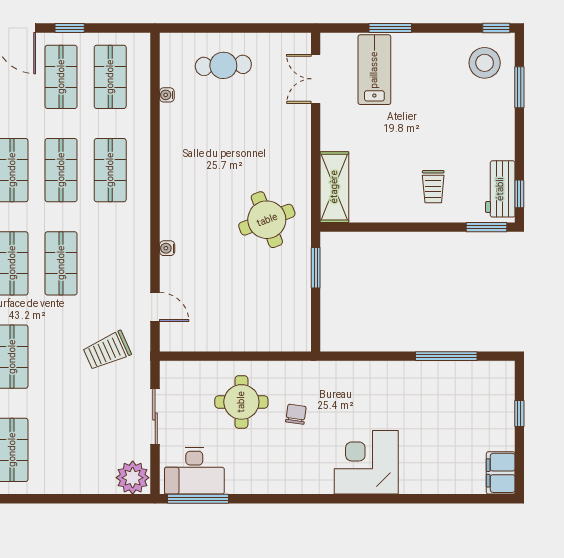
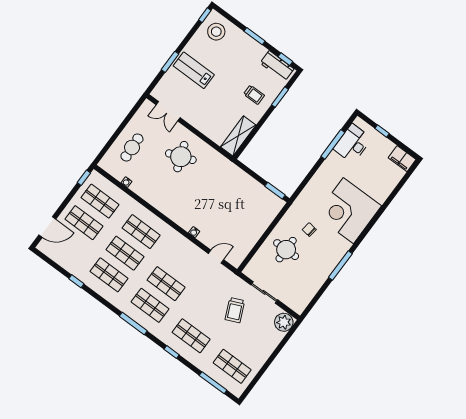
window: (70, 28) -> (84, 178), moved
lab bench: (374, 70) -> (194, 70), moved
window: (519, 87) -> (255, 36), moved
shelving: (334, 187) -> (238, 136), moved, turned 90
round table: (267, 220) -> (181, 157), moved
window: (486, 227) -> (280, 97), moved
window: (316, 268) -> (275, 191), moved
trolley: (107, 351) -> (235, 310), moved
corner desk: (366, 462) -> (348, 211), width x1.36, depth x1.36
desk: (194, 471) -> (353, 144), moved, turned 180
window: (198, 499) -> (340, 266), moved

